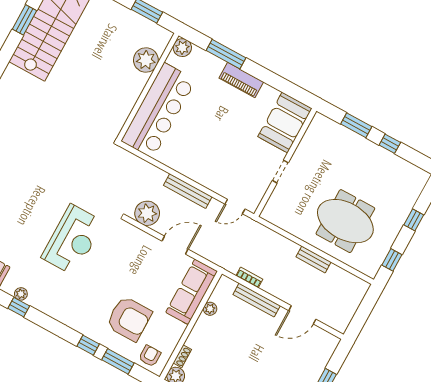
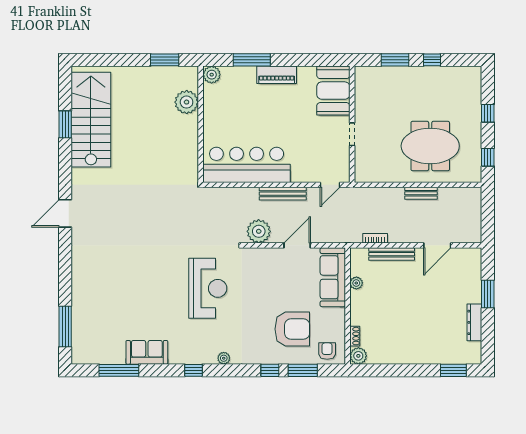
bar counter: (159, 110) -> (247, 165), moved, turned -90
plant: (21, 294) -> (224, 358), moved

